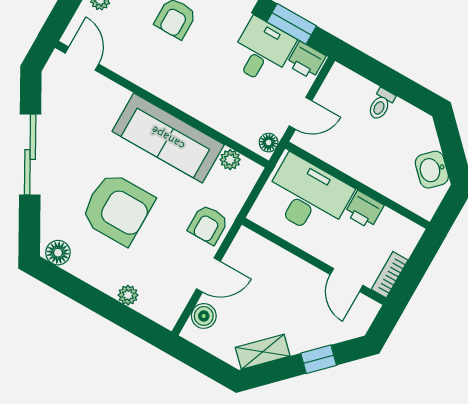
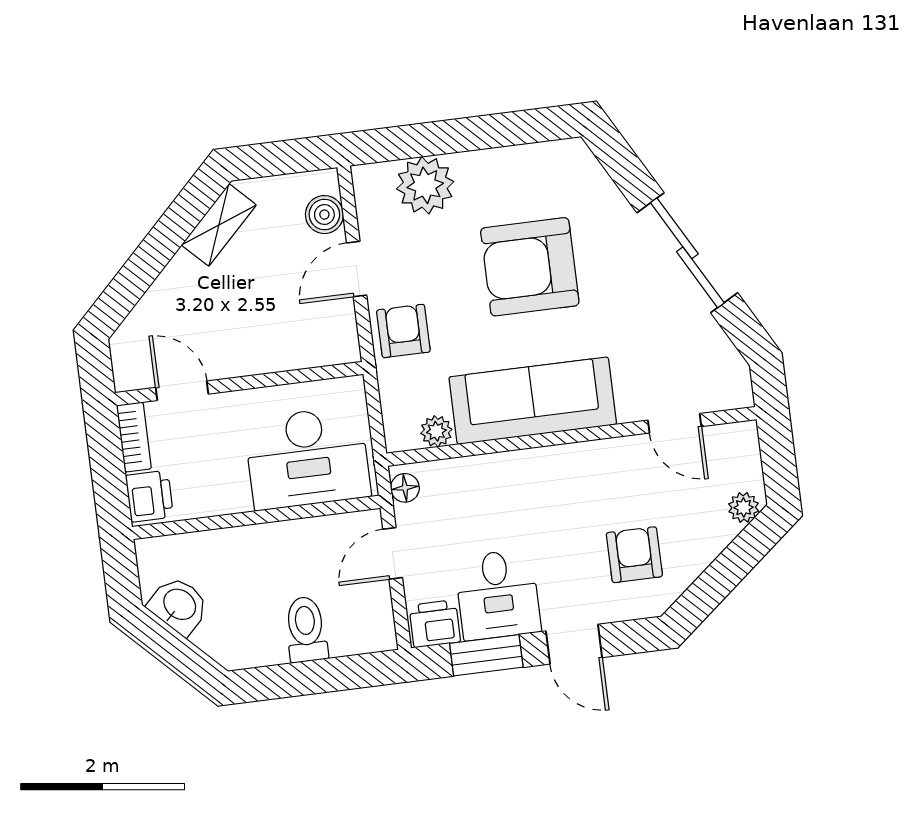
door: (82, 59) -> (675, 423), moved
toilet: (381, 104) -> (306, 629), width x1.37, depth x1.39
printer: (364, 210) -> (149, 496), moved, turned 90
floor lamp: (58, 253) -> (562, 158), removed
plant: (128, 295) -> (425, 185), width x1.88, depth x1.88
window: (319, 359) -> (143, 267), removed

